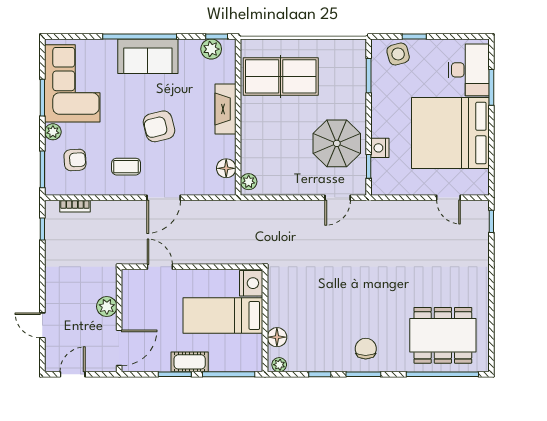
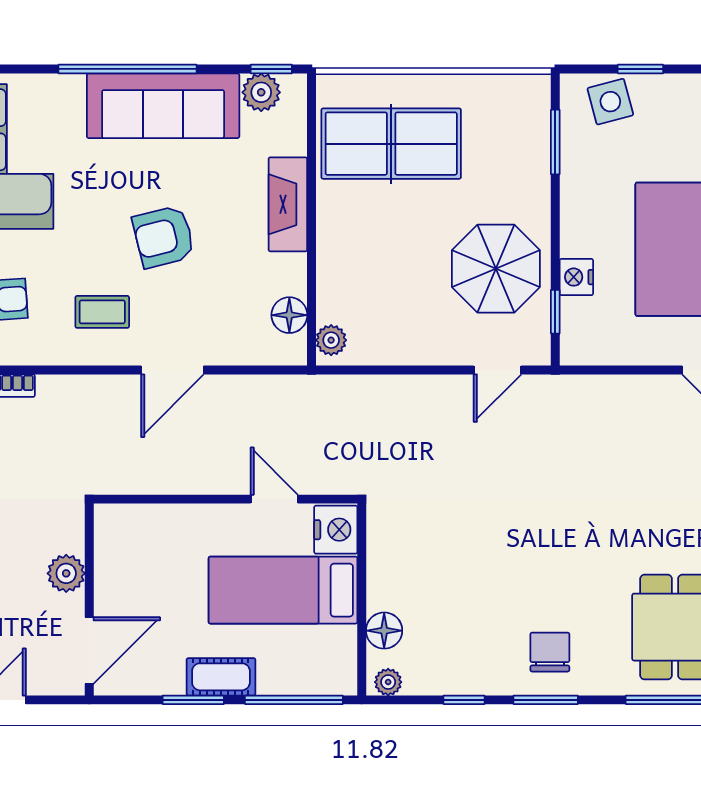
sofa: (148, 56) -> (163, 106), width x1.36
door: (160, 267) -> (274, 499), moved

